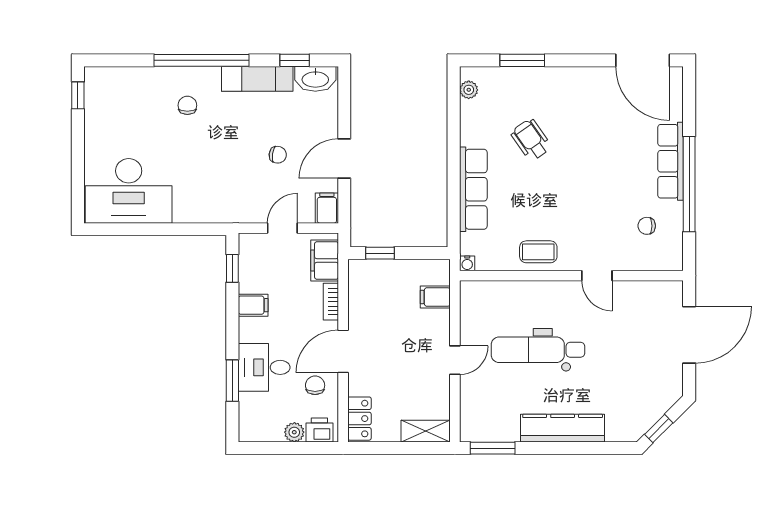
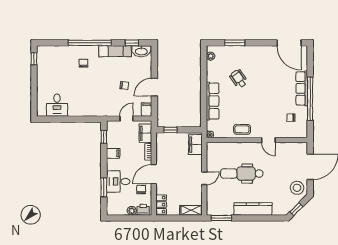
desk: (129, 191) -> (57, 105), width x0.53, depth x0.77
filing cabinet: (435, 297) -> (195, 145), width x2.00
stool: (660, 381) -> (297, 188), added

